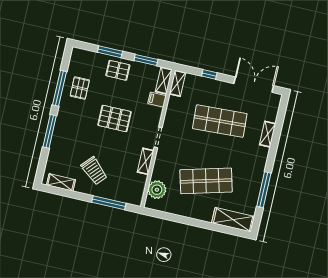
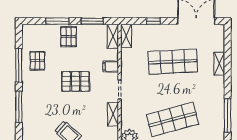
pallet: (118, 70) -> (69, 37), turned 90
filing cabinet: (157, 100) -> (111, 66), moved

